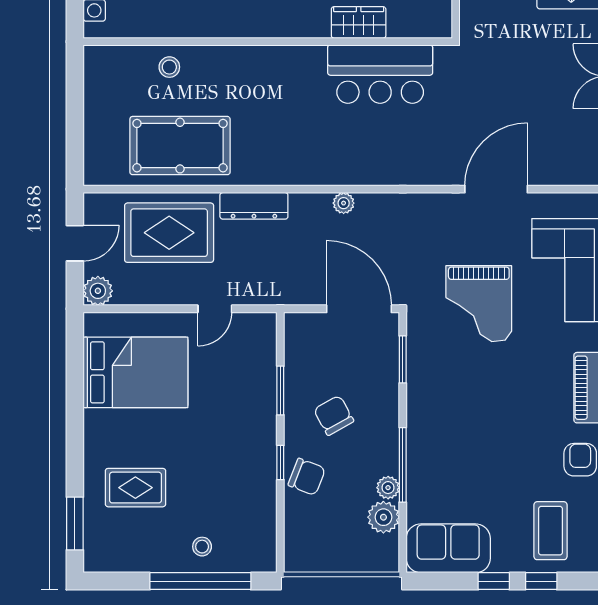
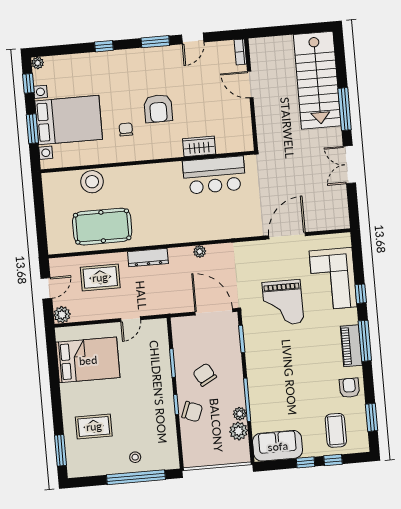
stool: (169, 67) -> (92, 182), width x1.89, depth x1.89
rug: (169, 233) -> (100, 277), width x0.73, depth x0.70

